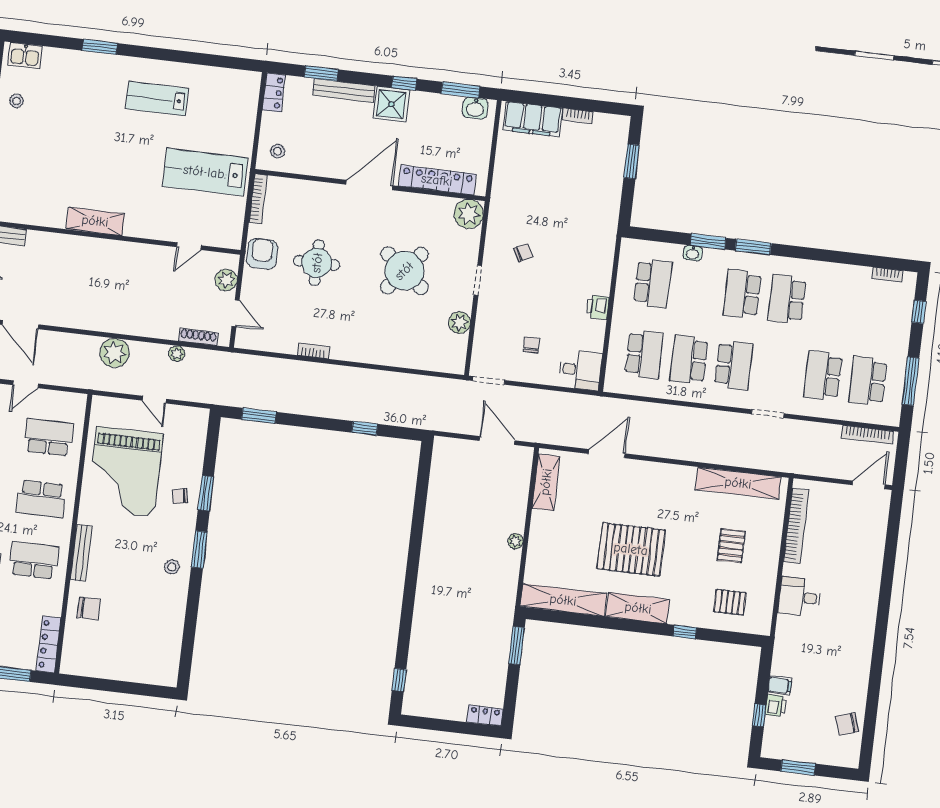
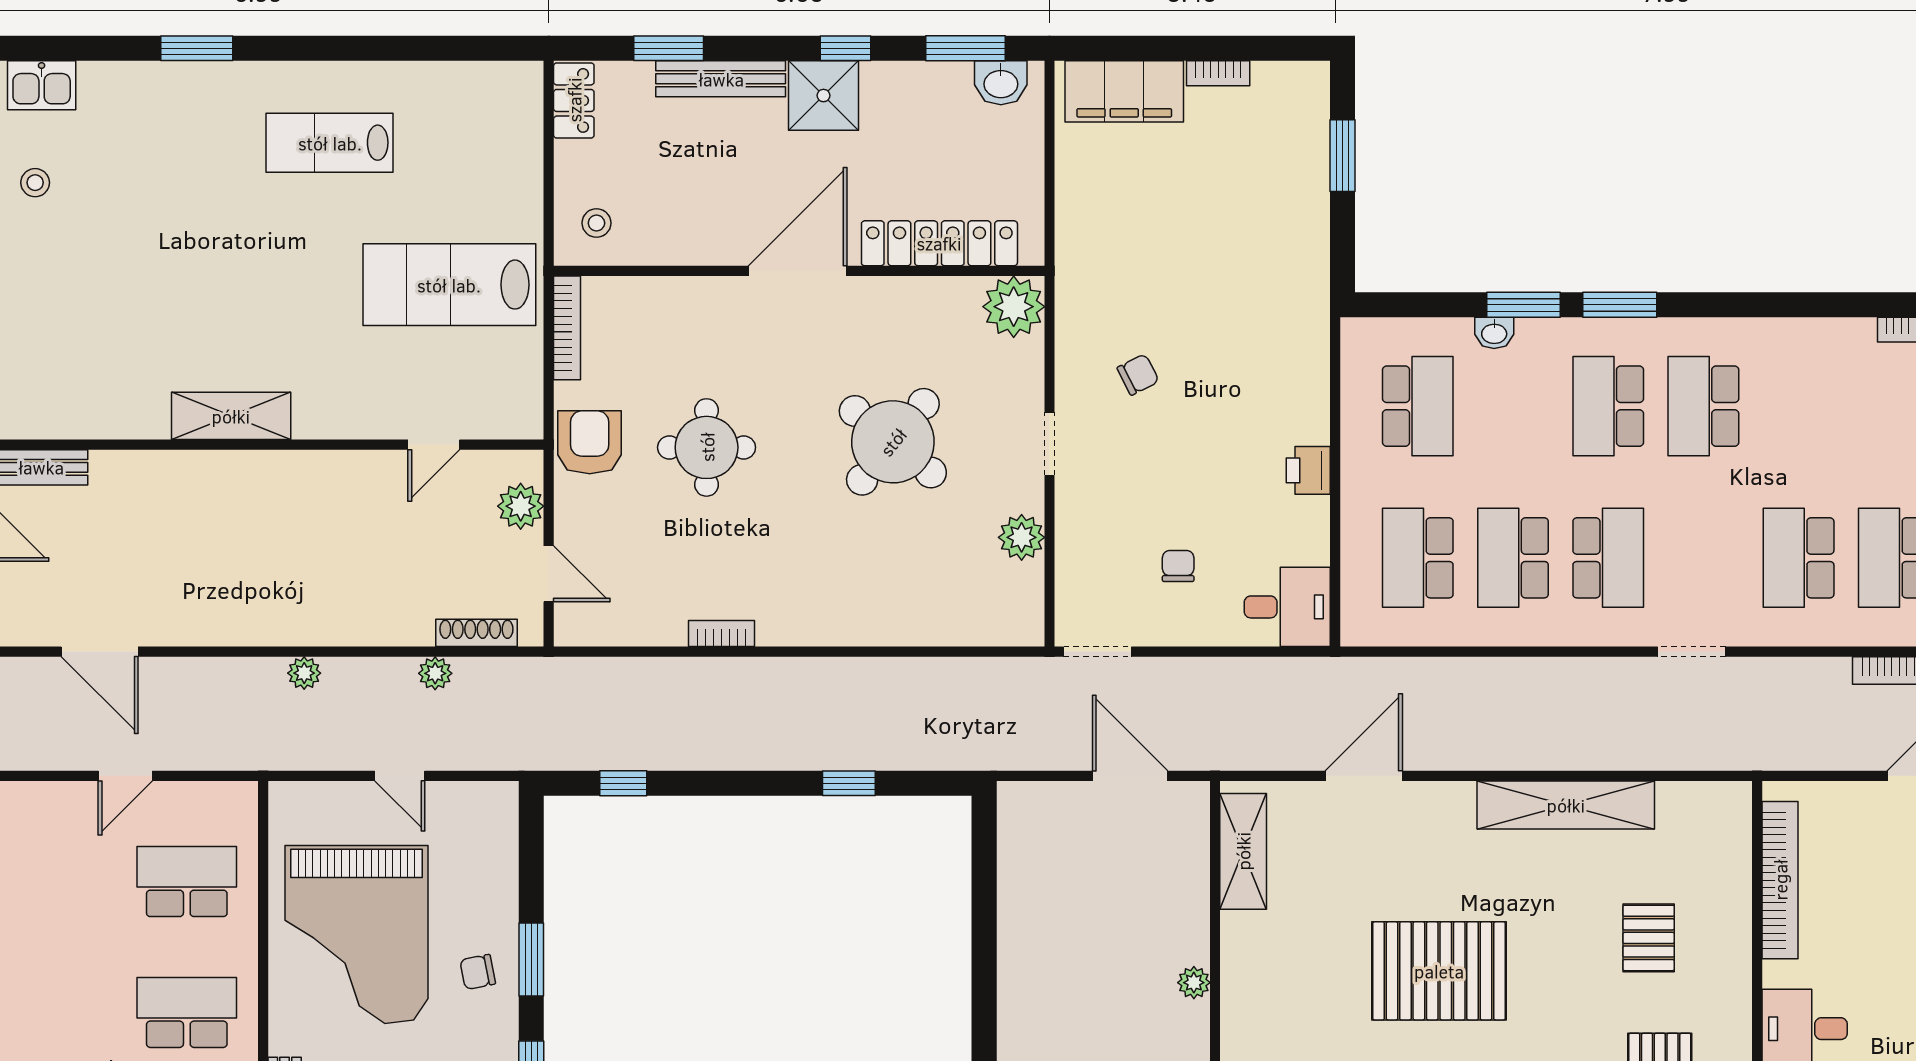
plant: (114, 353) -> (304, 673), width x0.53, depth x0.53
school desk: (644, 354) -> (1418, 558), turned 180
window: (259, 416) -> (623, 783), width x0.67
shelving: (738, 483) -> (1566, 805), moved
school desk: (41, 499) -> (187, 1012), turned 180

